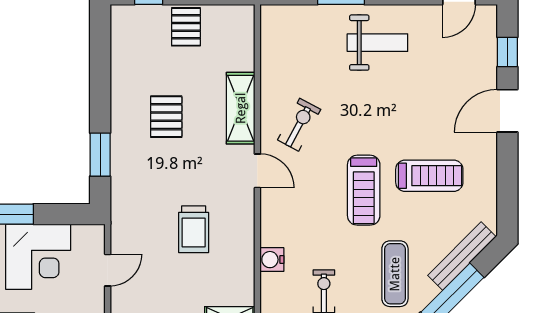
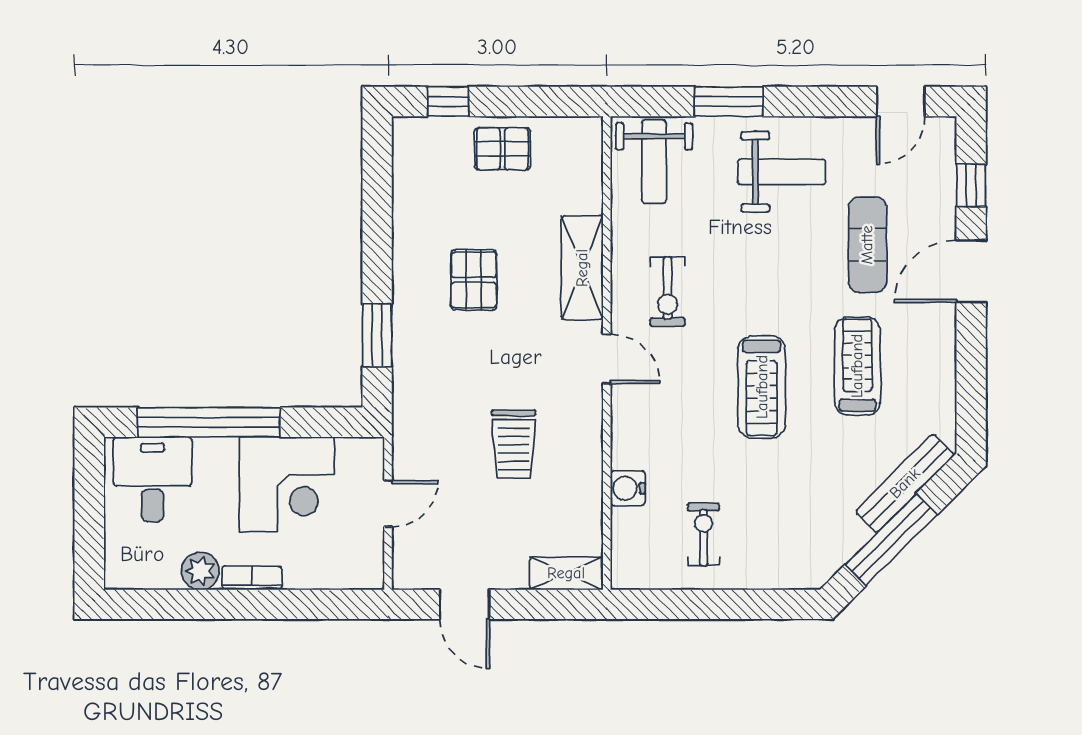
pallet: (186, 27) -> (502, 149), turned 90
weight bench: (290, 35) -> (654, 161), added
exercise bike: (299, 125) -> (668, 292), turned 152
treadmill: (429, 176) -> (857, 366), turned -90
exercise mat: (395, 274) -> (867, 245), moved

